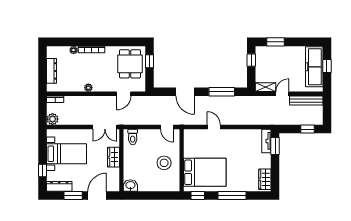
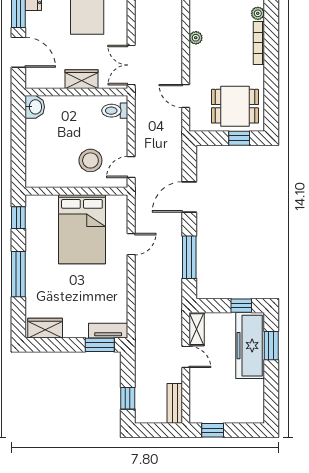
window: (327, 66) -> (213, 430), moved
freezer: (314, 67) -> (250, 346), moved, turned -90
bench: (306, 100) -> (175, 403), width x0.73
stool: (164, 163) -> (90, 160), moved
bed: (205, 172) -> (82, 229), moved

